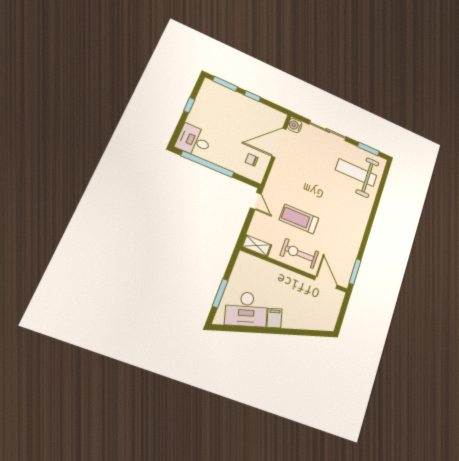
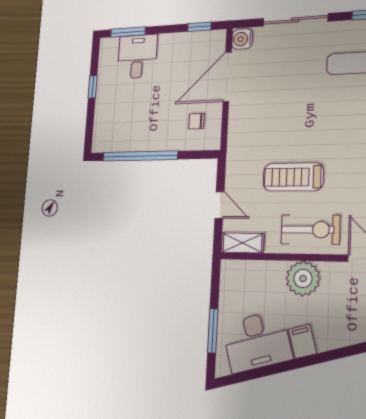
window: (252, 96) -> (199, 27), moved
desk: (194, 141) -> (137, 56), moved, turned 90
door: (256, 201) -> (219, 205), moved
exercise bike: (299, 253) -> (310, 230), turned 180
plant: (286, 281) -> (303, 279), added

